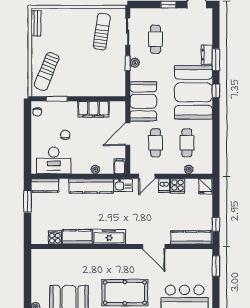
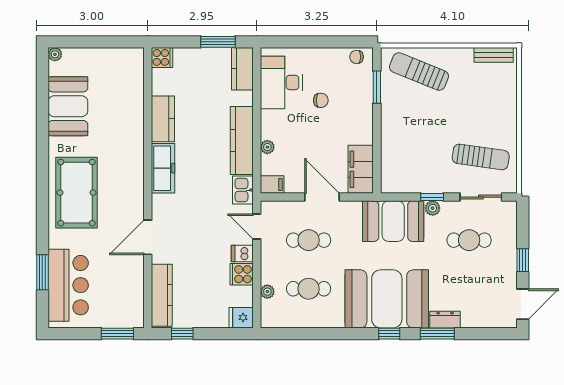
booth: (143, 101) -> (393, 221), moved
filing cabinet: (93, 109) -> (361, 169), moved
cooker: (55, 237) -> (162, 57), moved

